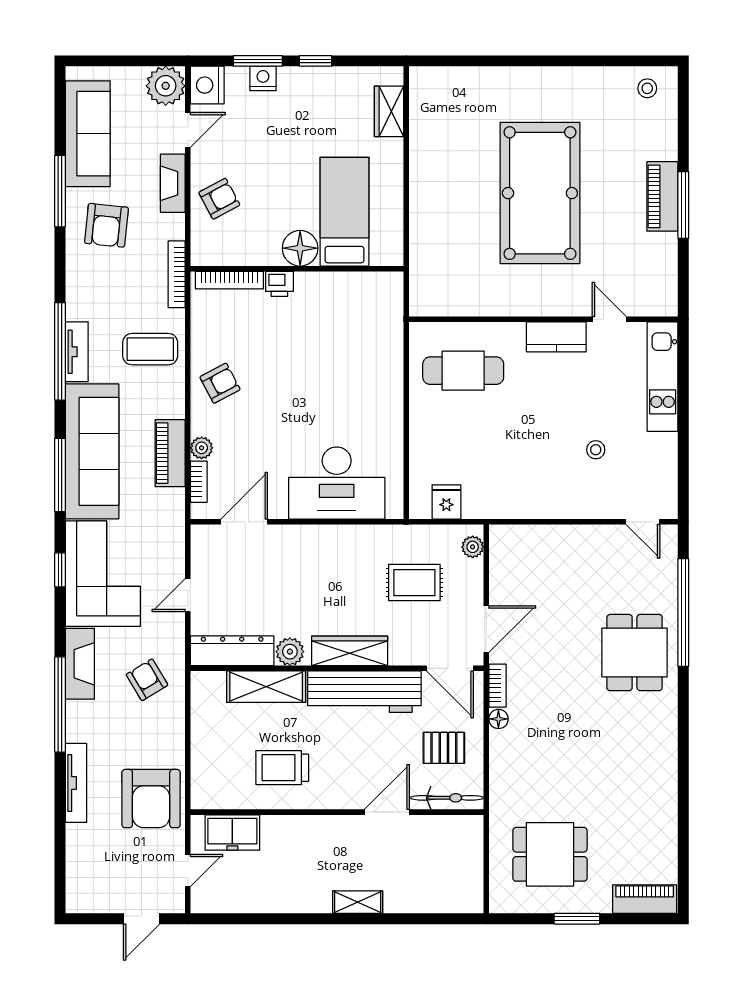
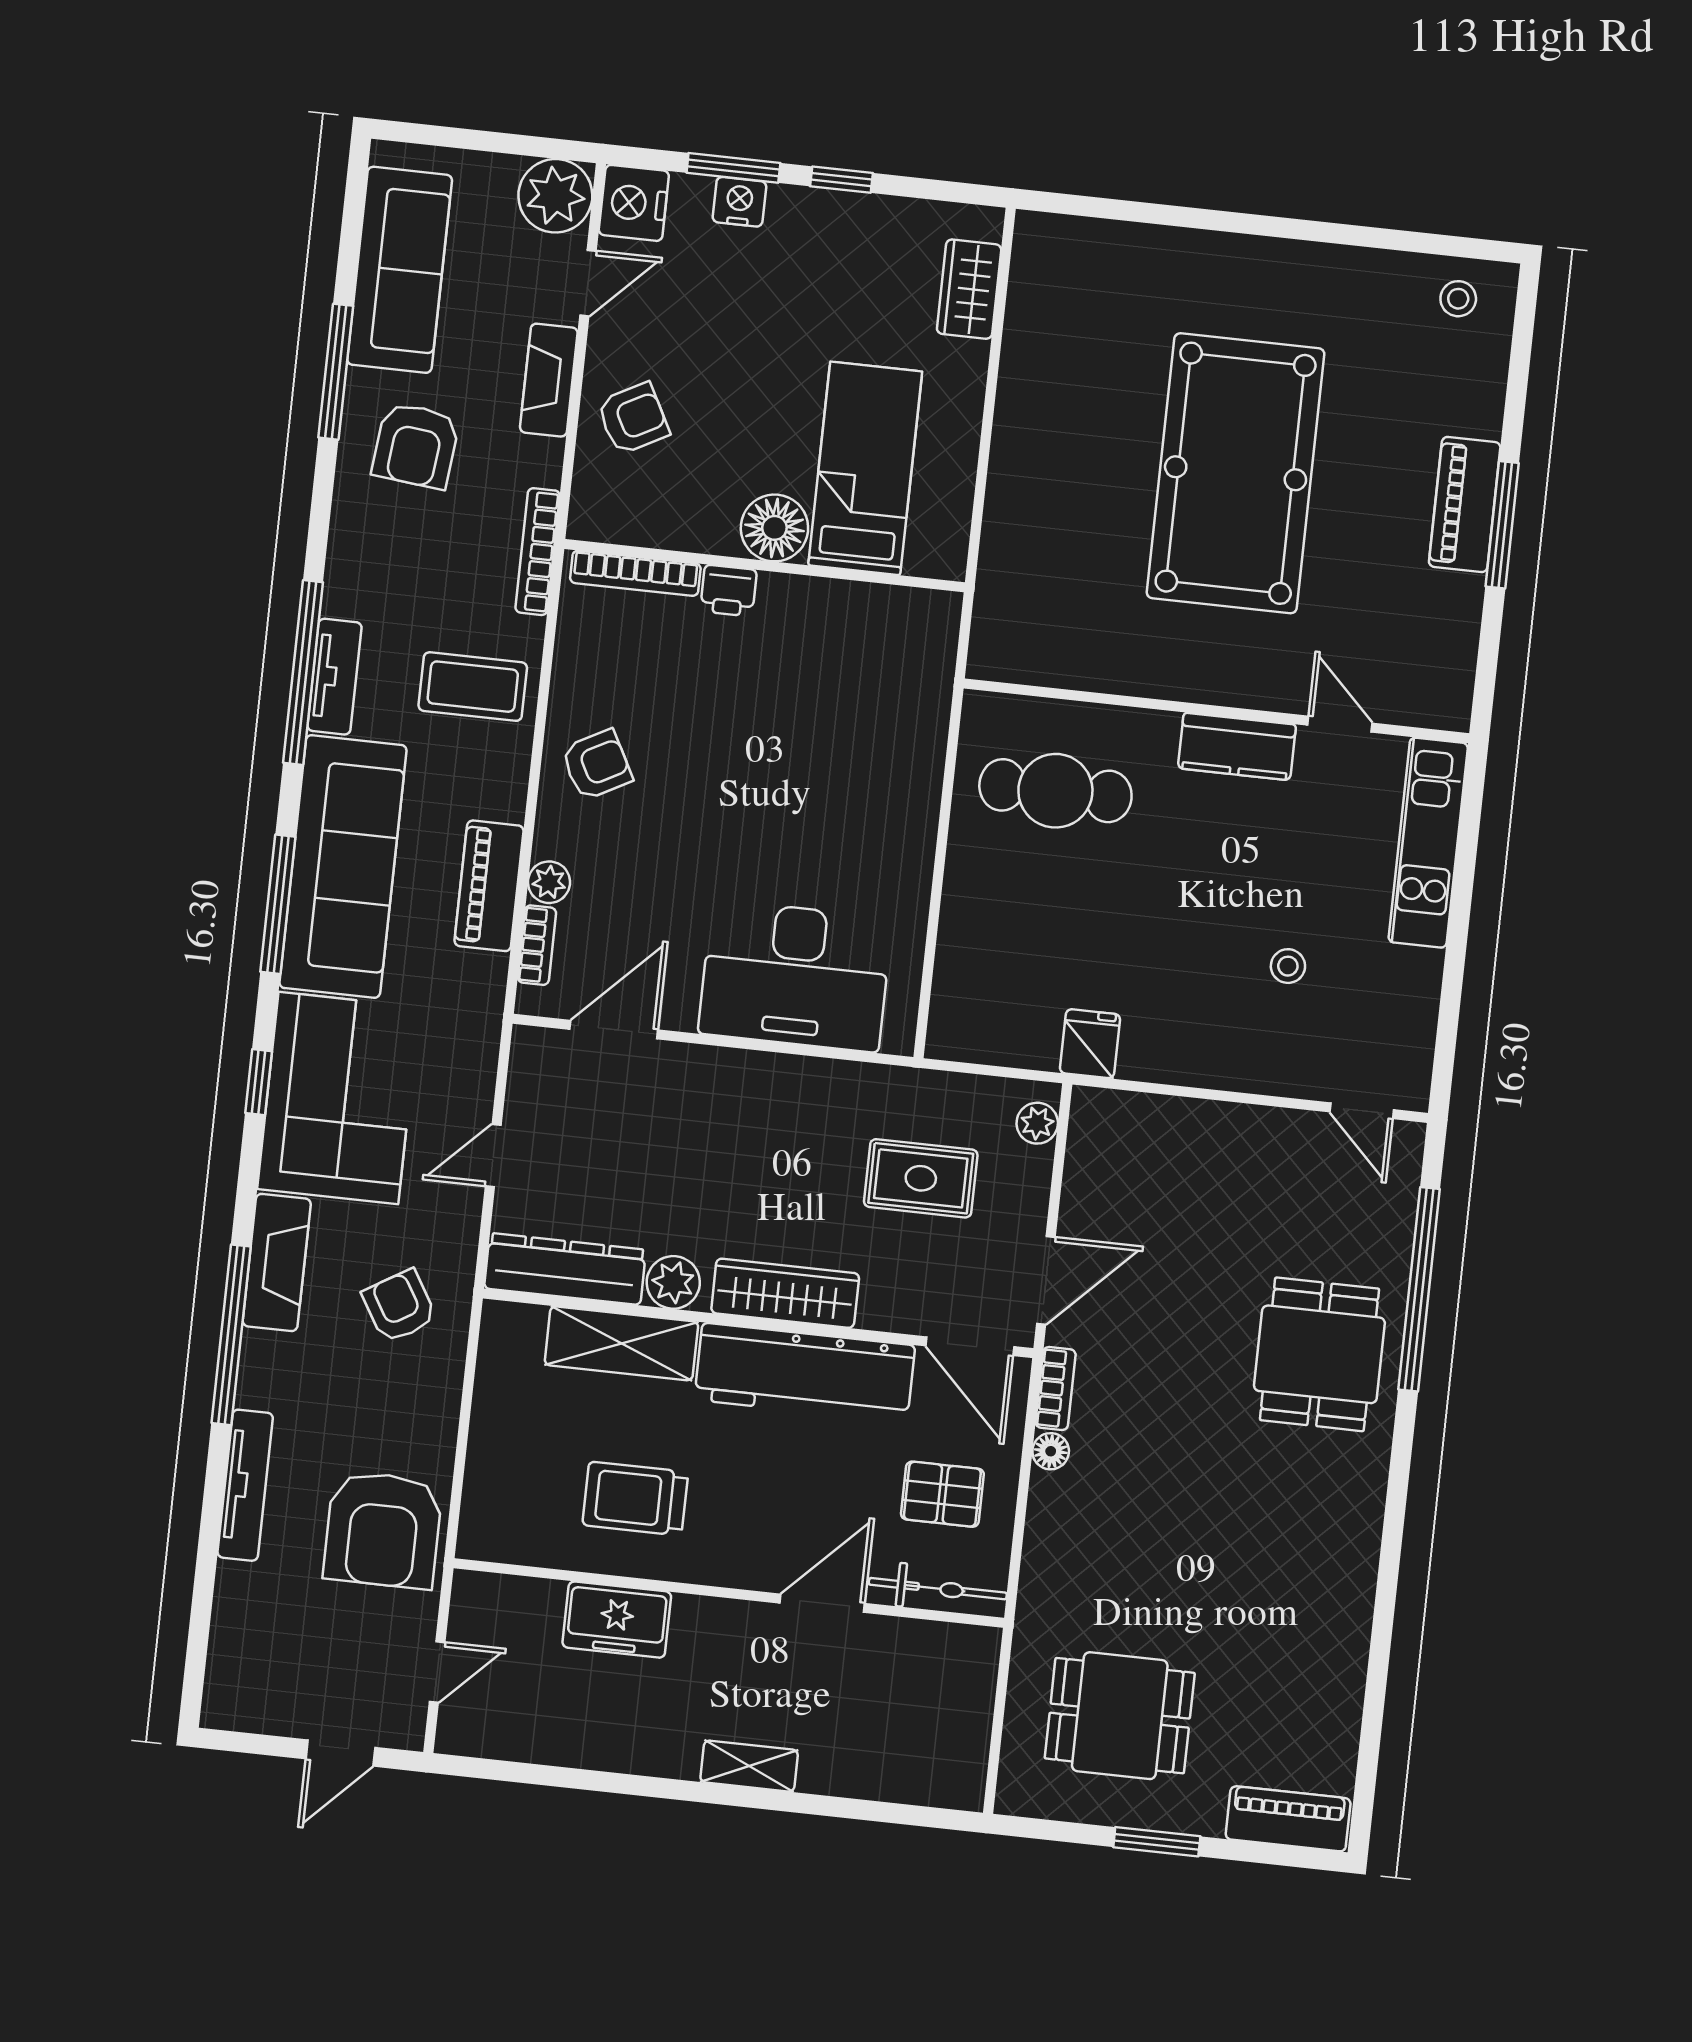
fridge: (446, 502) -> (1090, 1044), moved
freezer: (232, 833) -> (617, 1620), moved

